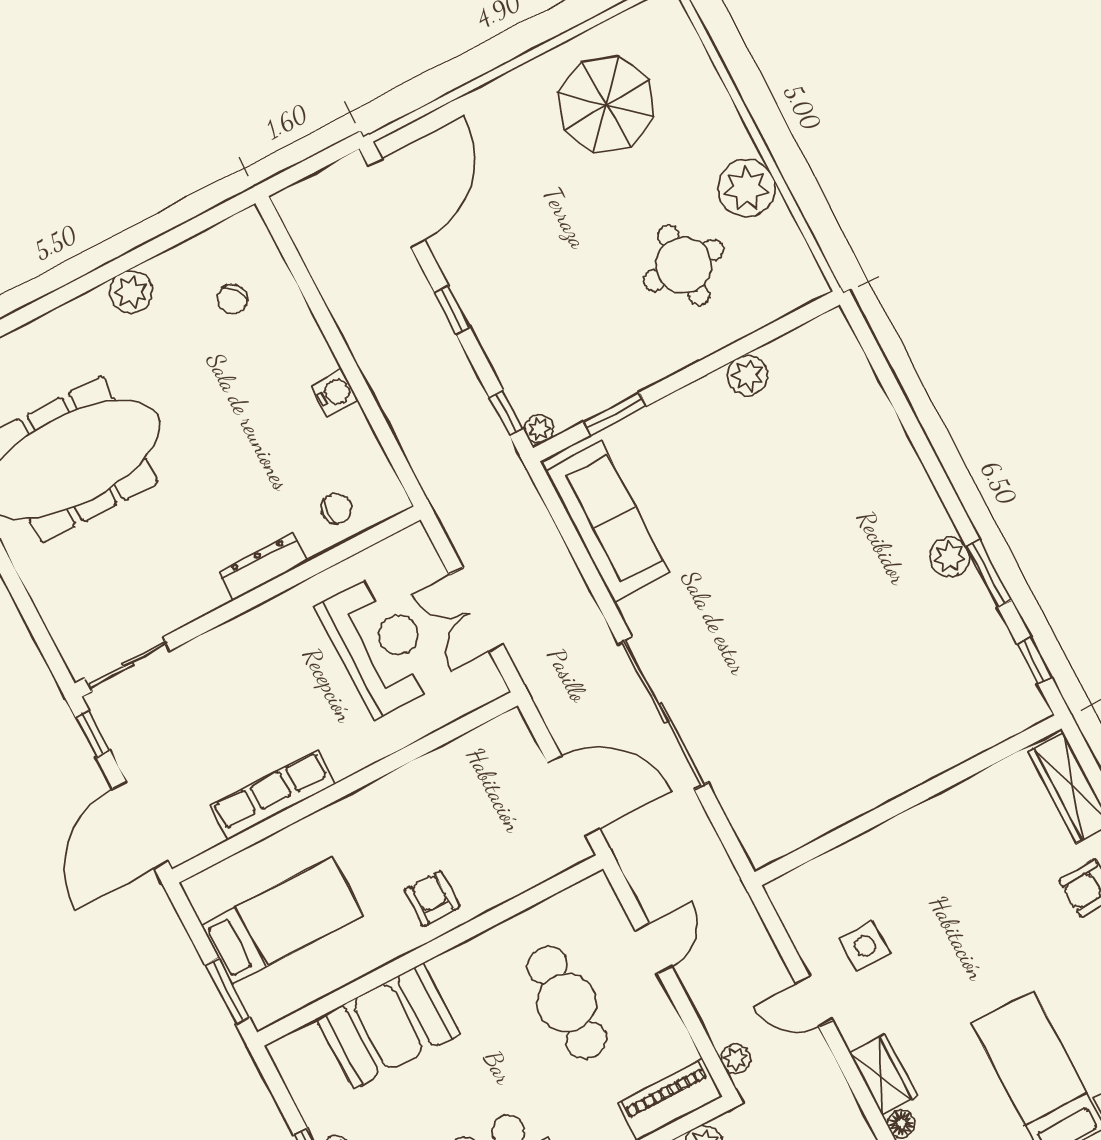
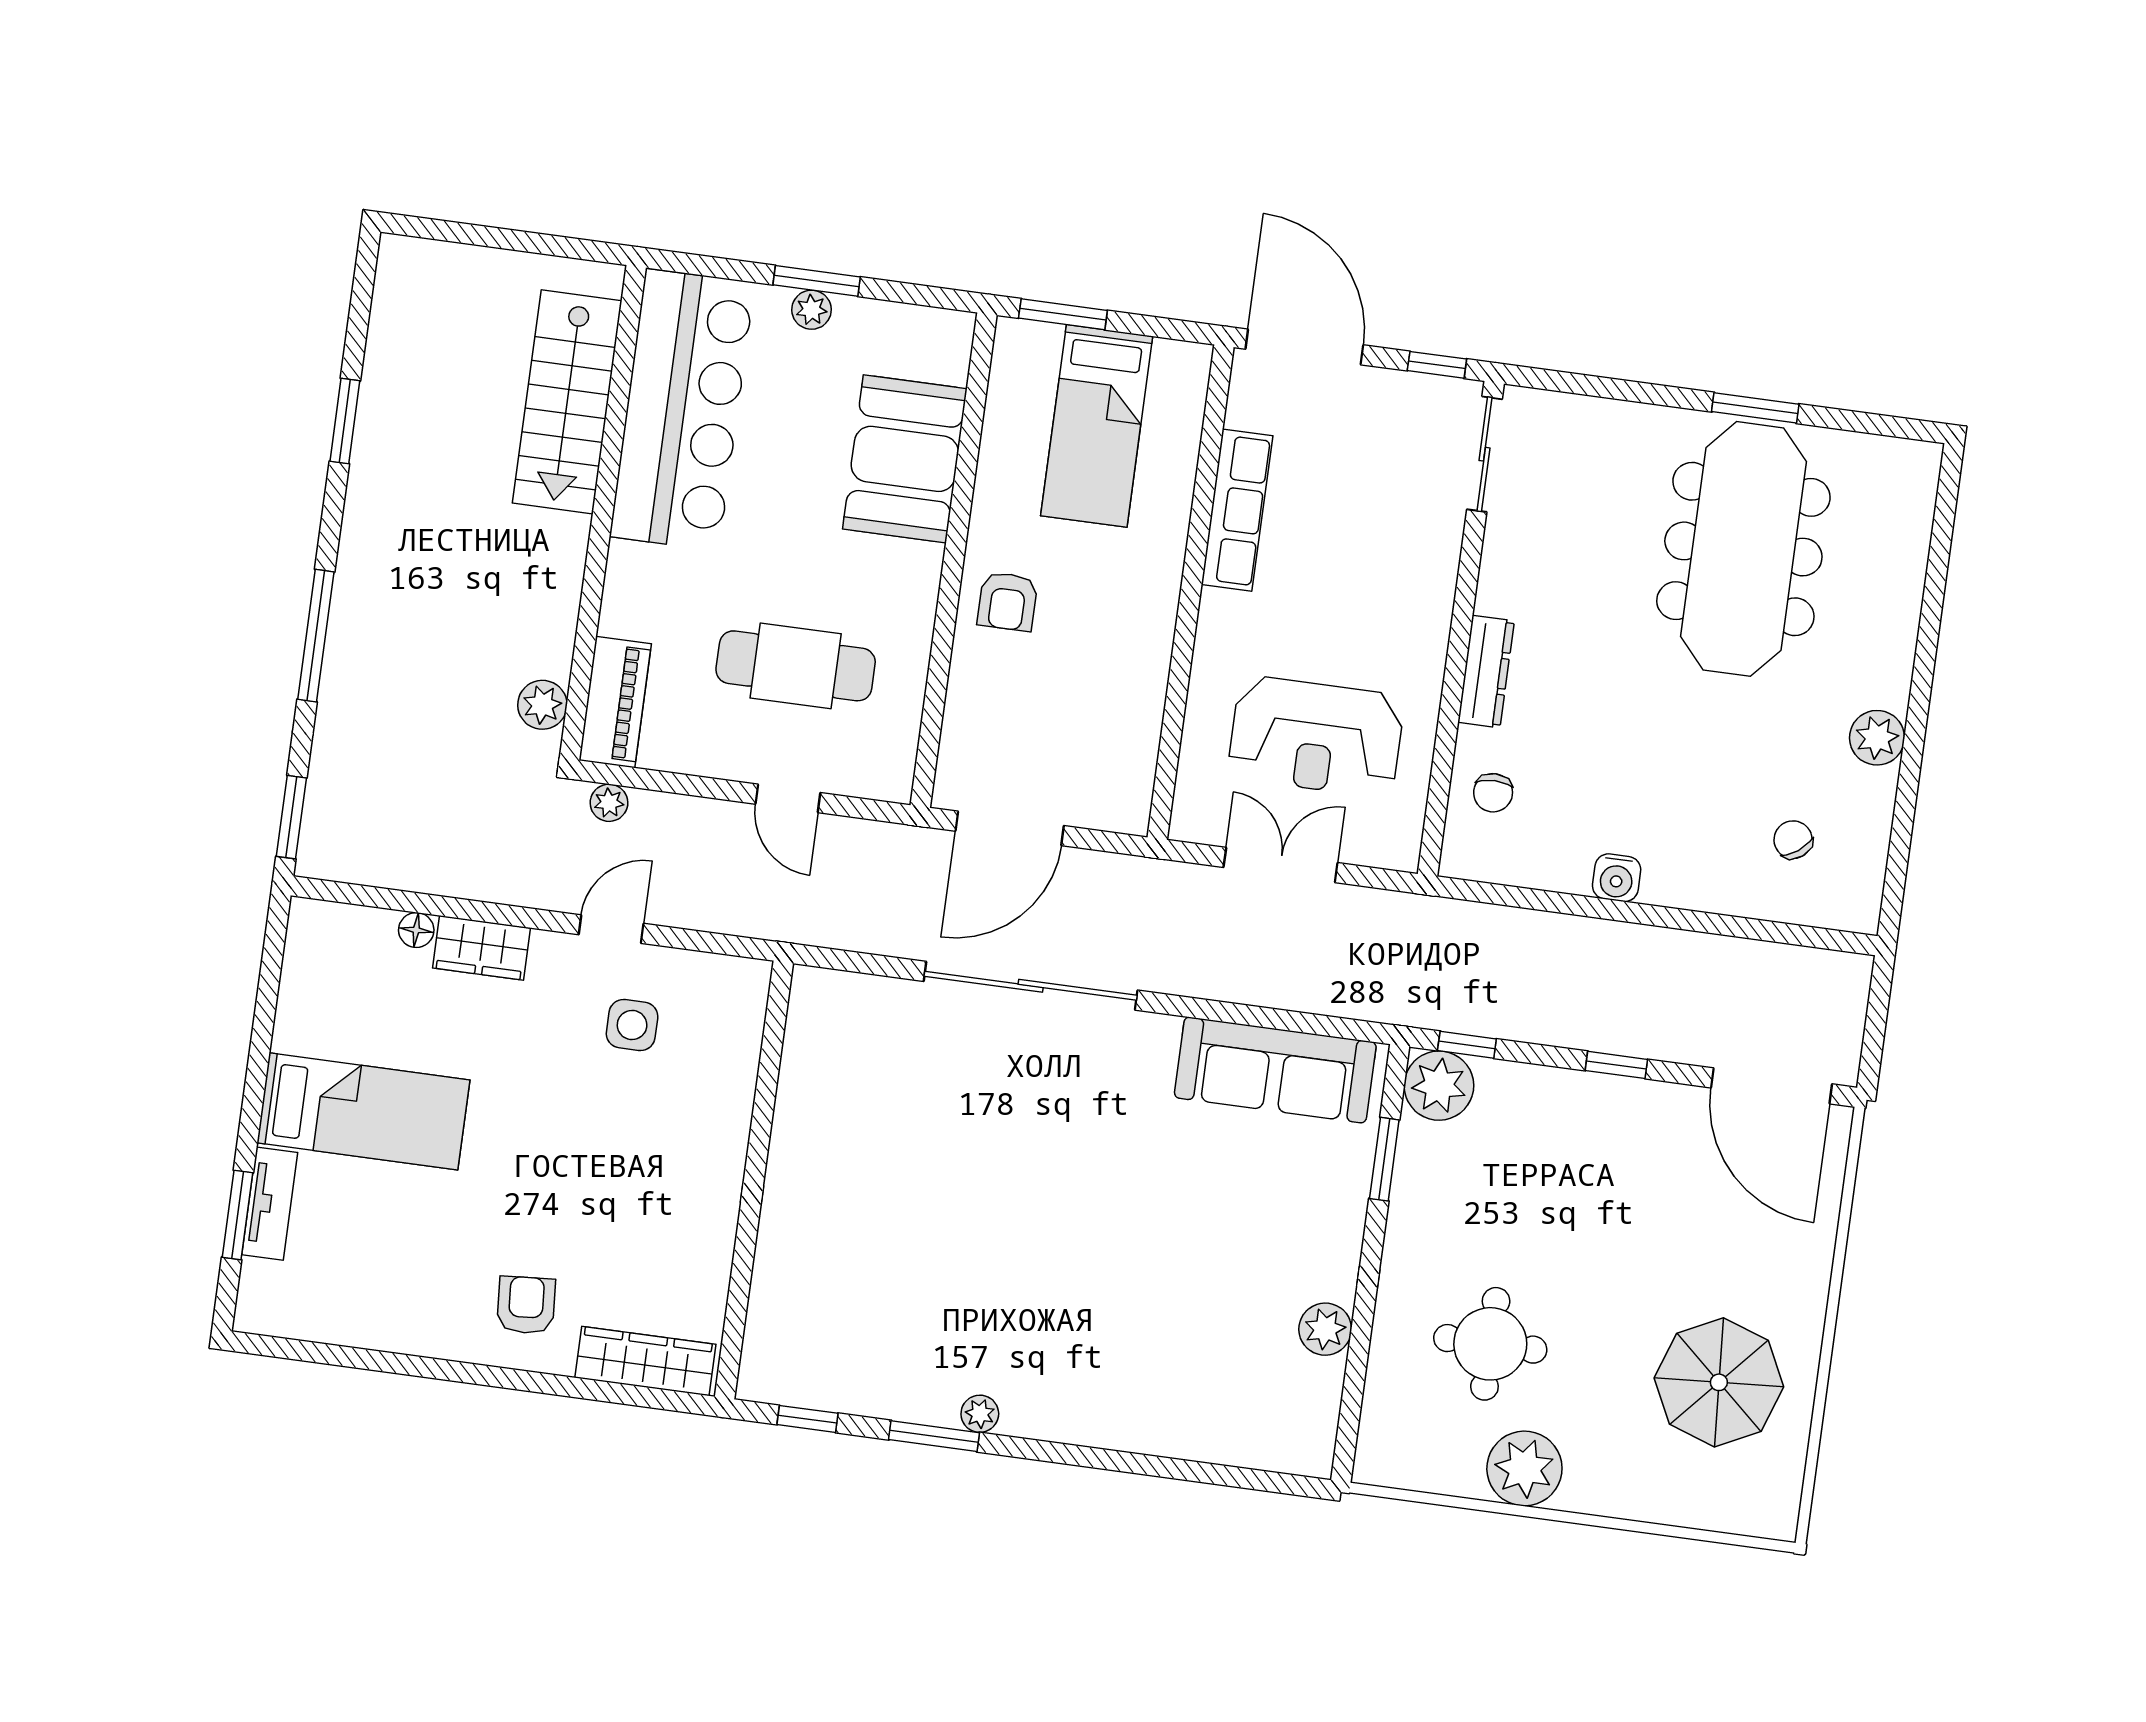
plant: (539, 429) -> (1439, 1086), width x1.87, depth x1.87
plant: (950, 557) -> (980, 1414), width x0.73, depth x0.73
armchair: (432, 898) -> (1007, 601), turned 90

